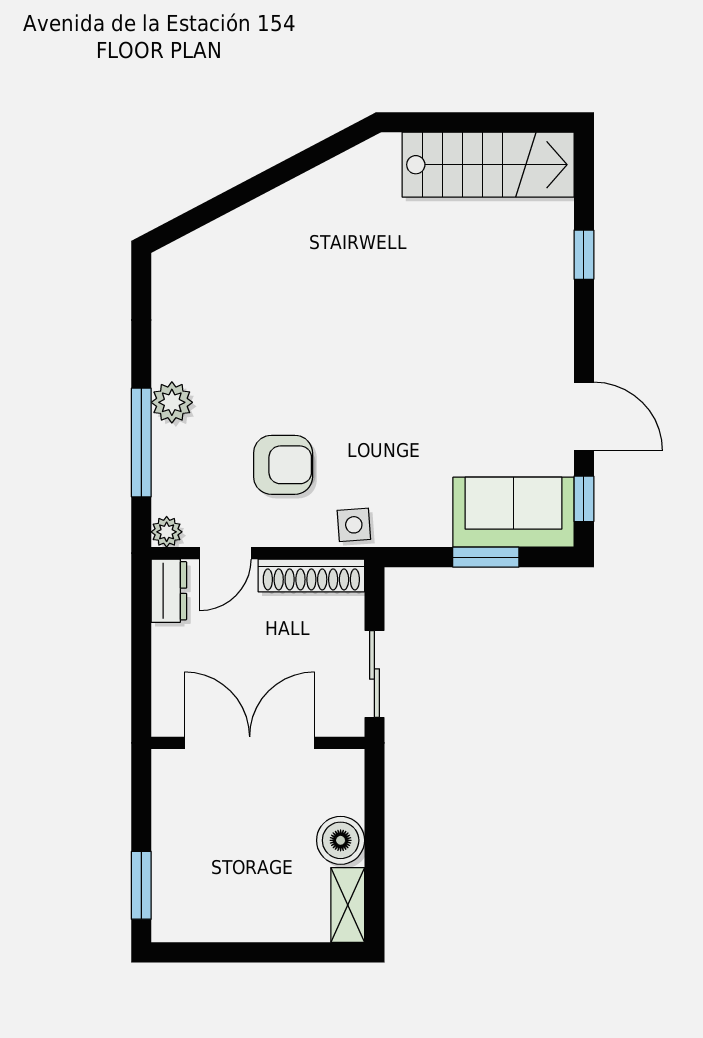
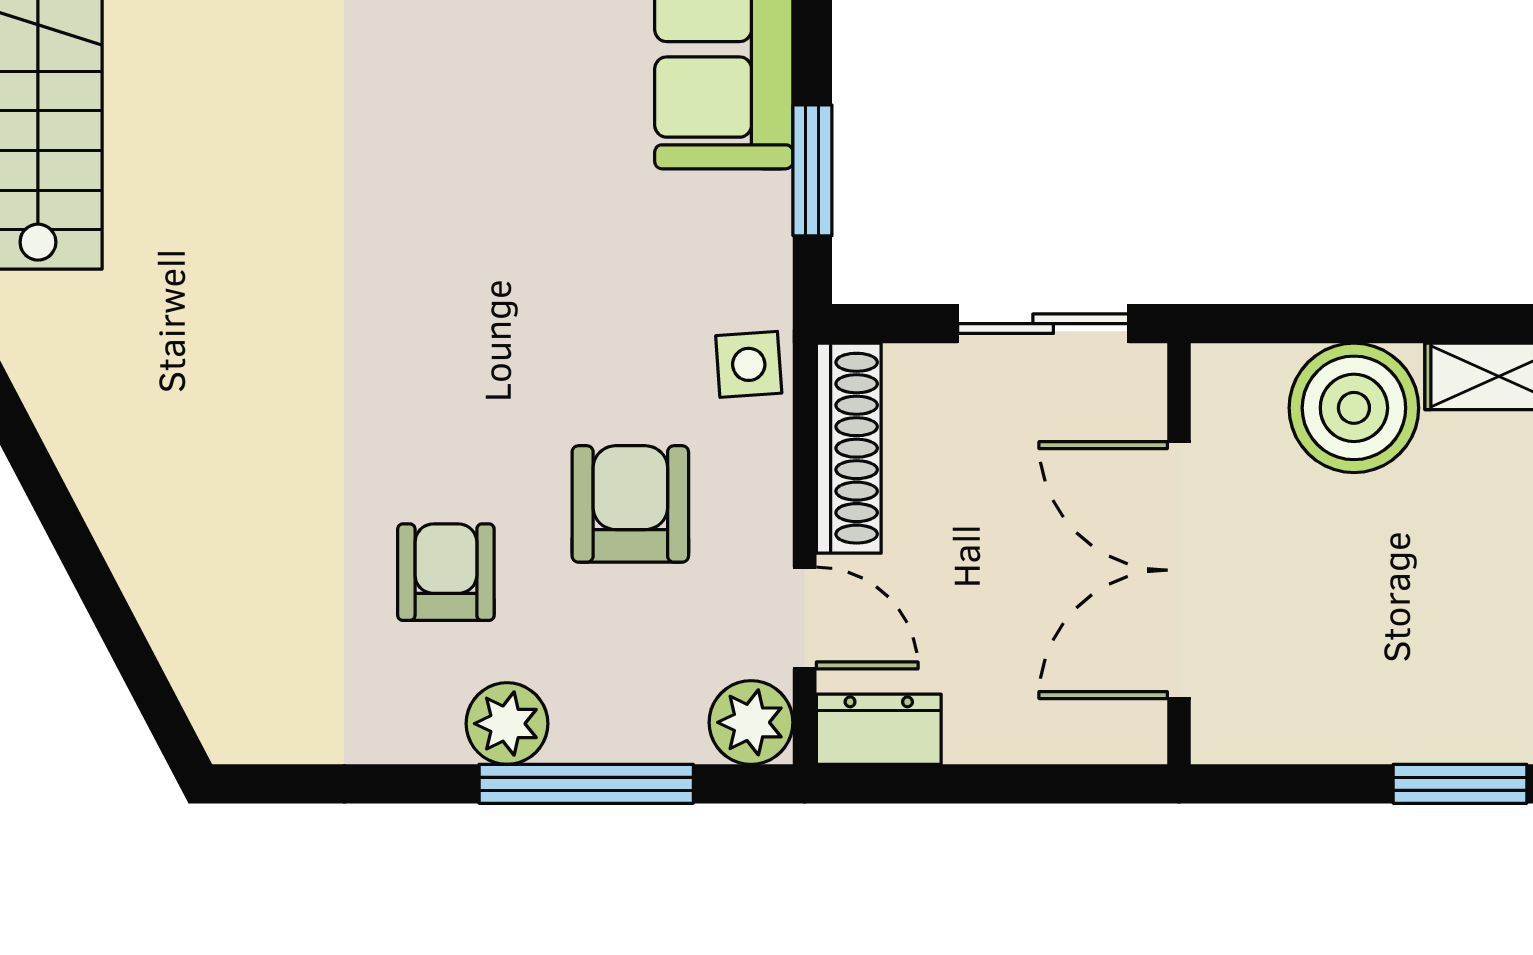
armchair: (249, 371) -> (446, 572), added
plant: (167, 532) -> (751, 722), width x1.38, depth x1.38
window: (486, 557) -> (812, 170), moved
boiler: (341, 840) -> (1354, 408), width x1.37, depth x1.37

